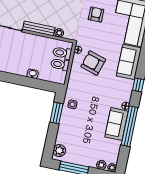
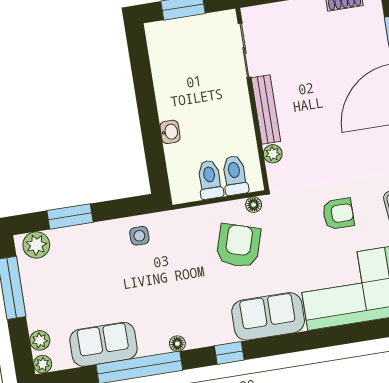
window: (56, 113) -> (70, 216), moved
sofa: (117, 124) -> (104, 344), moved

